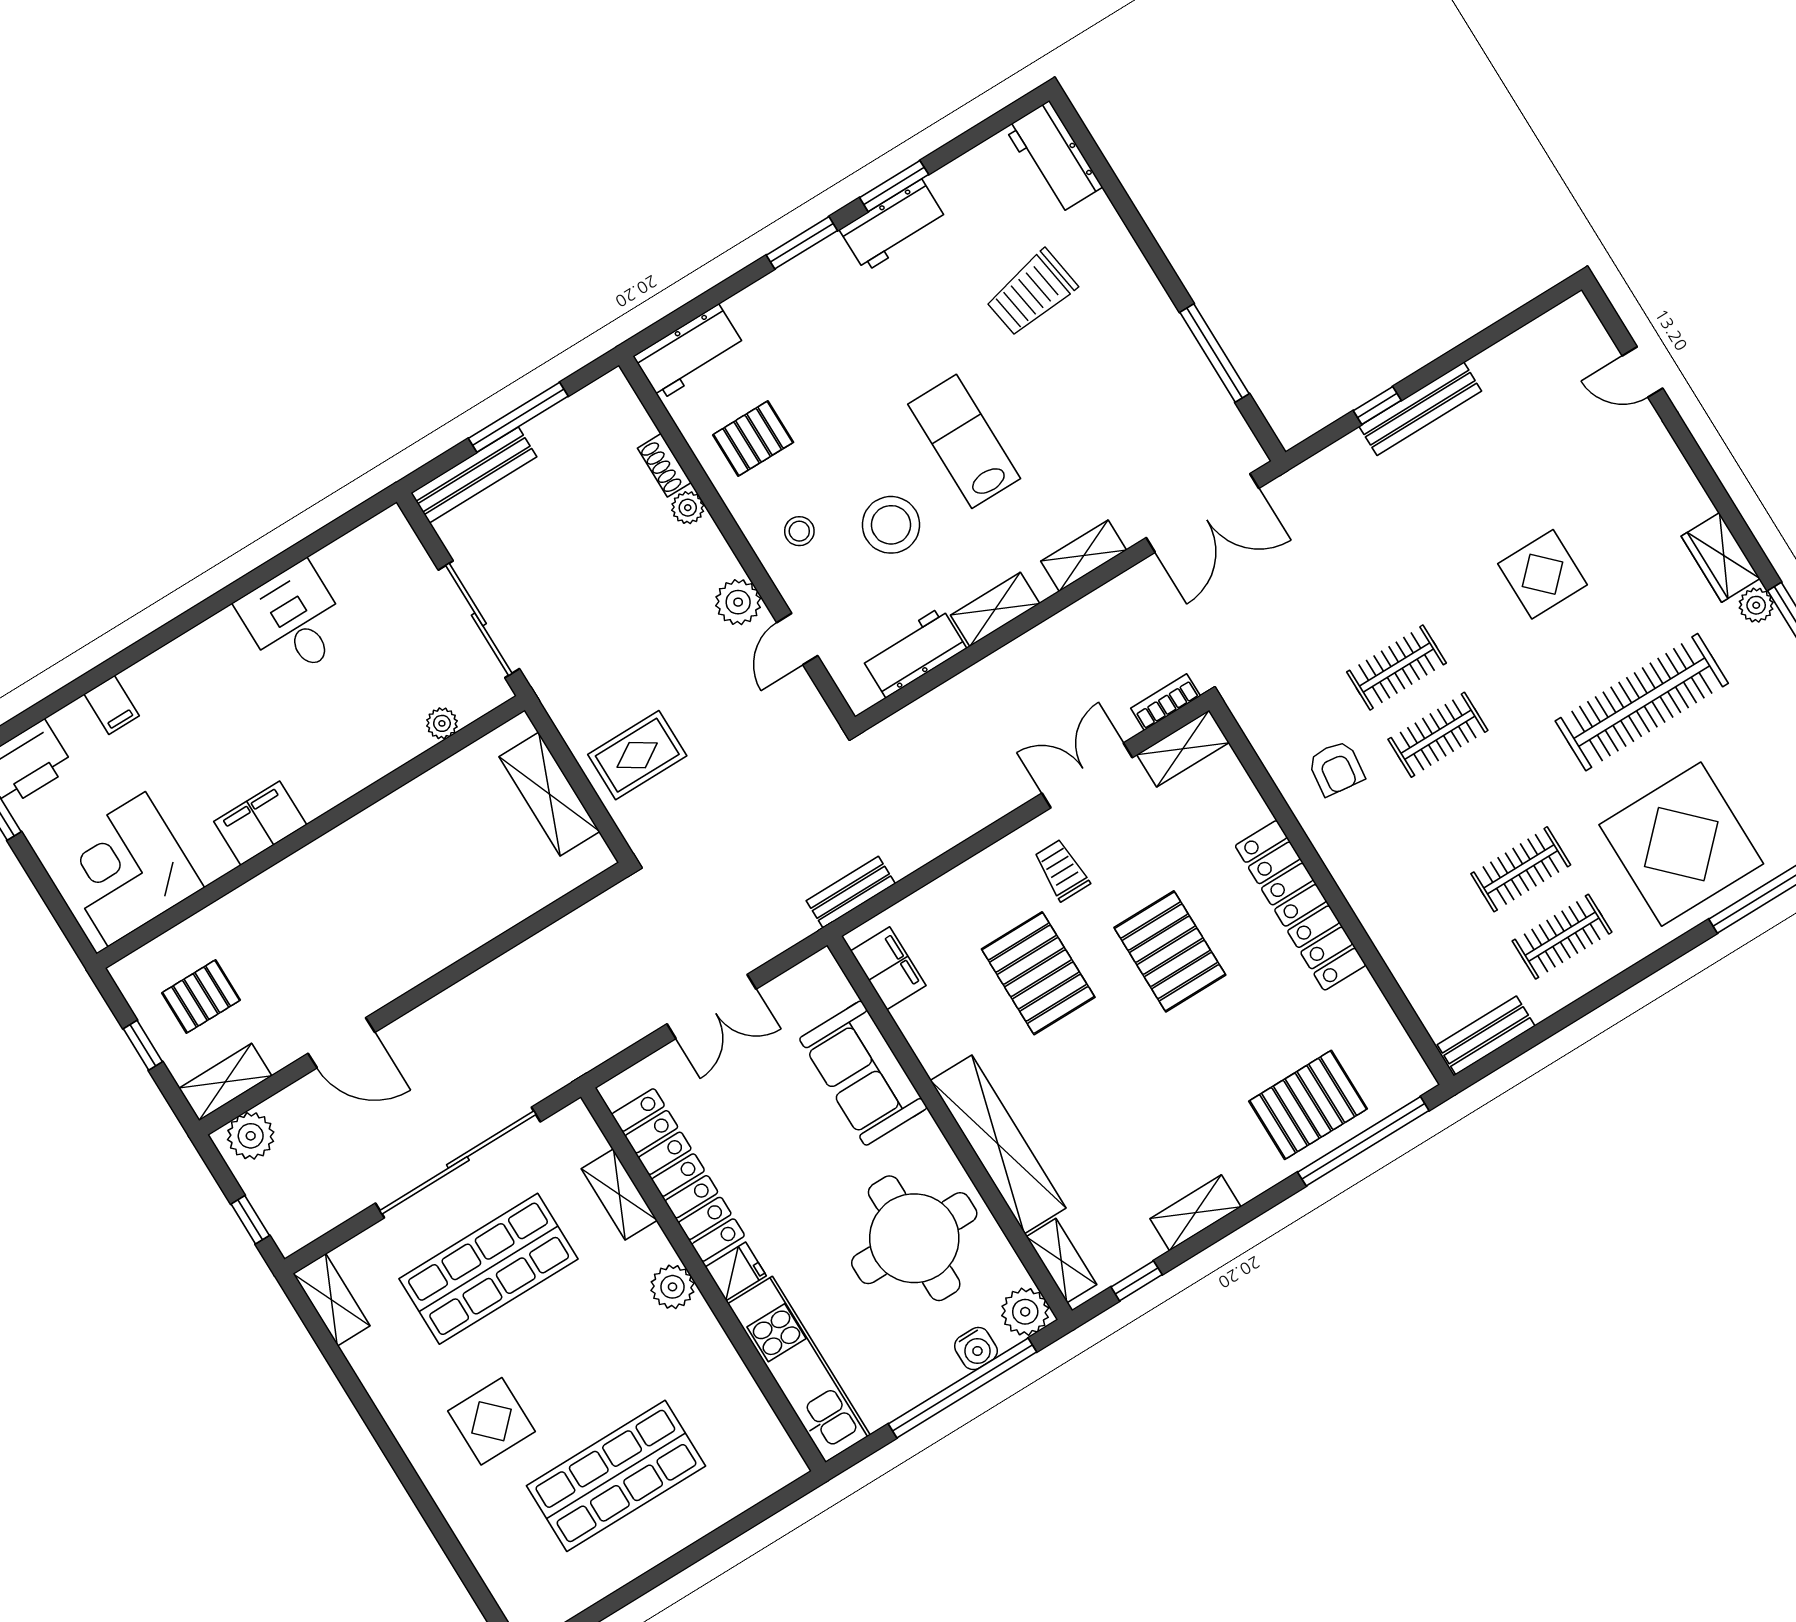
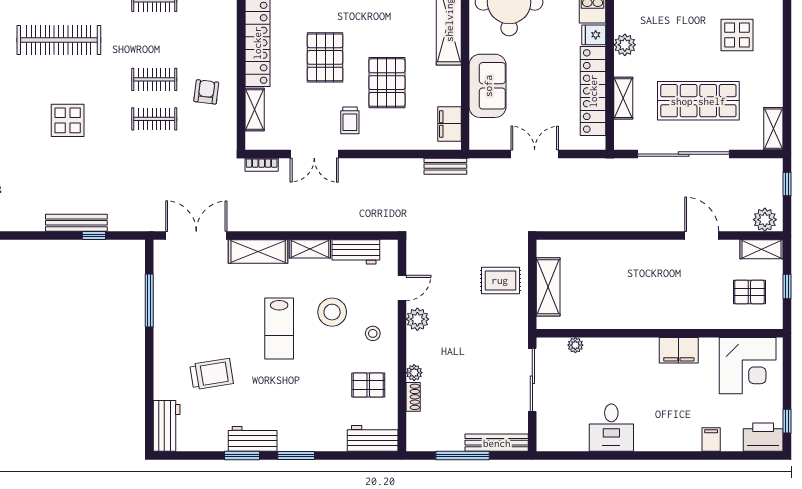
shelving: (1084, 556) -> (258, 251), width x1.50, depth x1.33
shelving: (1183, 749) -> (255, 109), moved, turned 90

